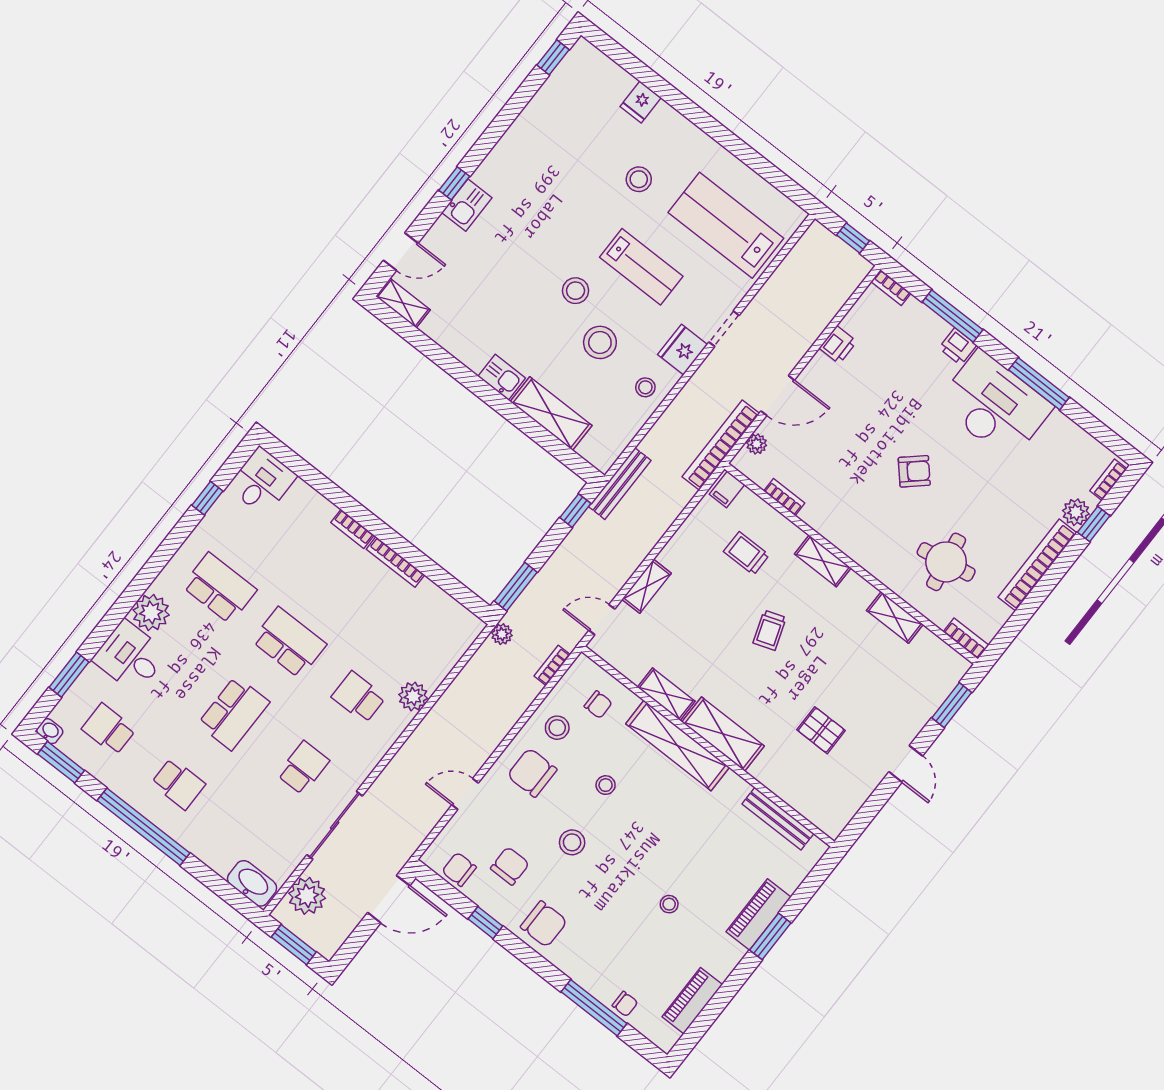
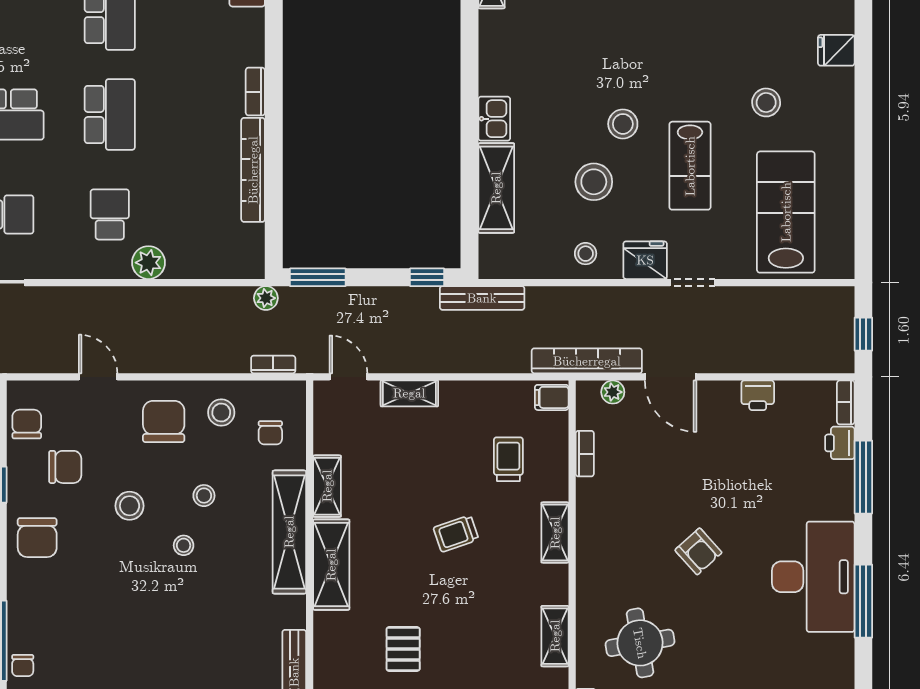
printer: (958, 347) -> (840, 443), moved
bookcase: (395, 562) -> (253, 170), width x1.48, depth x1.31
stool: (669, 904) -> (184, 545), moved

